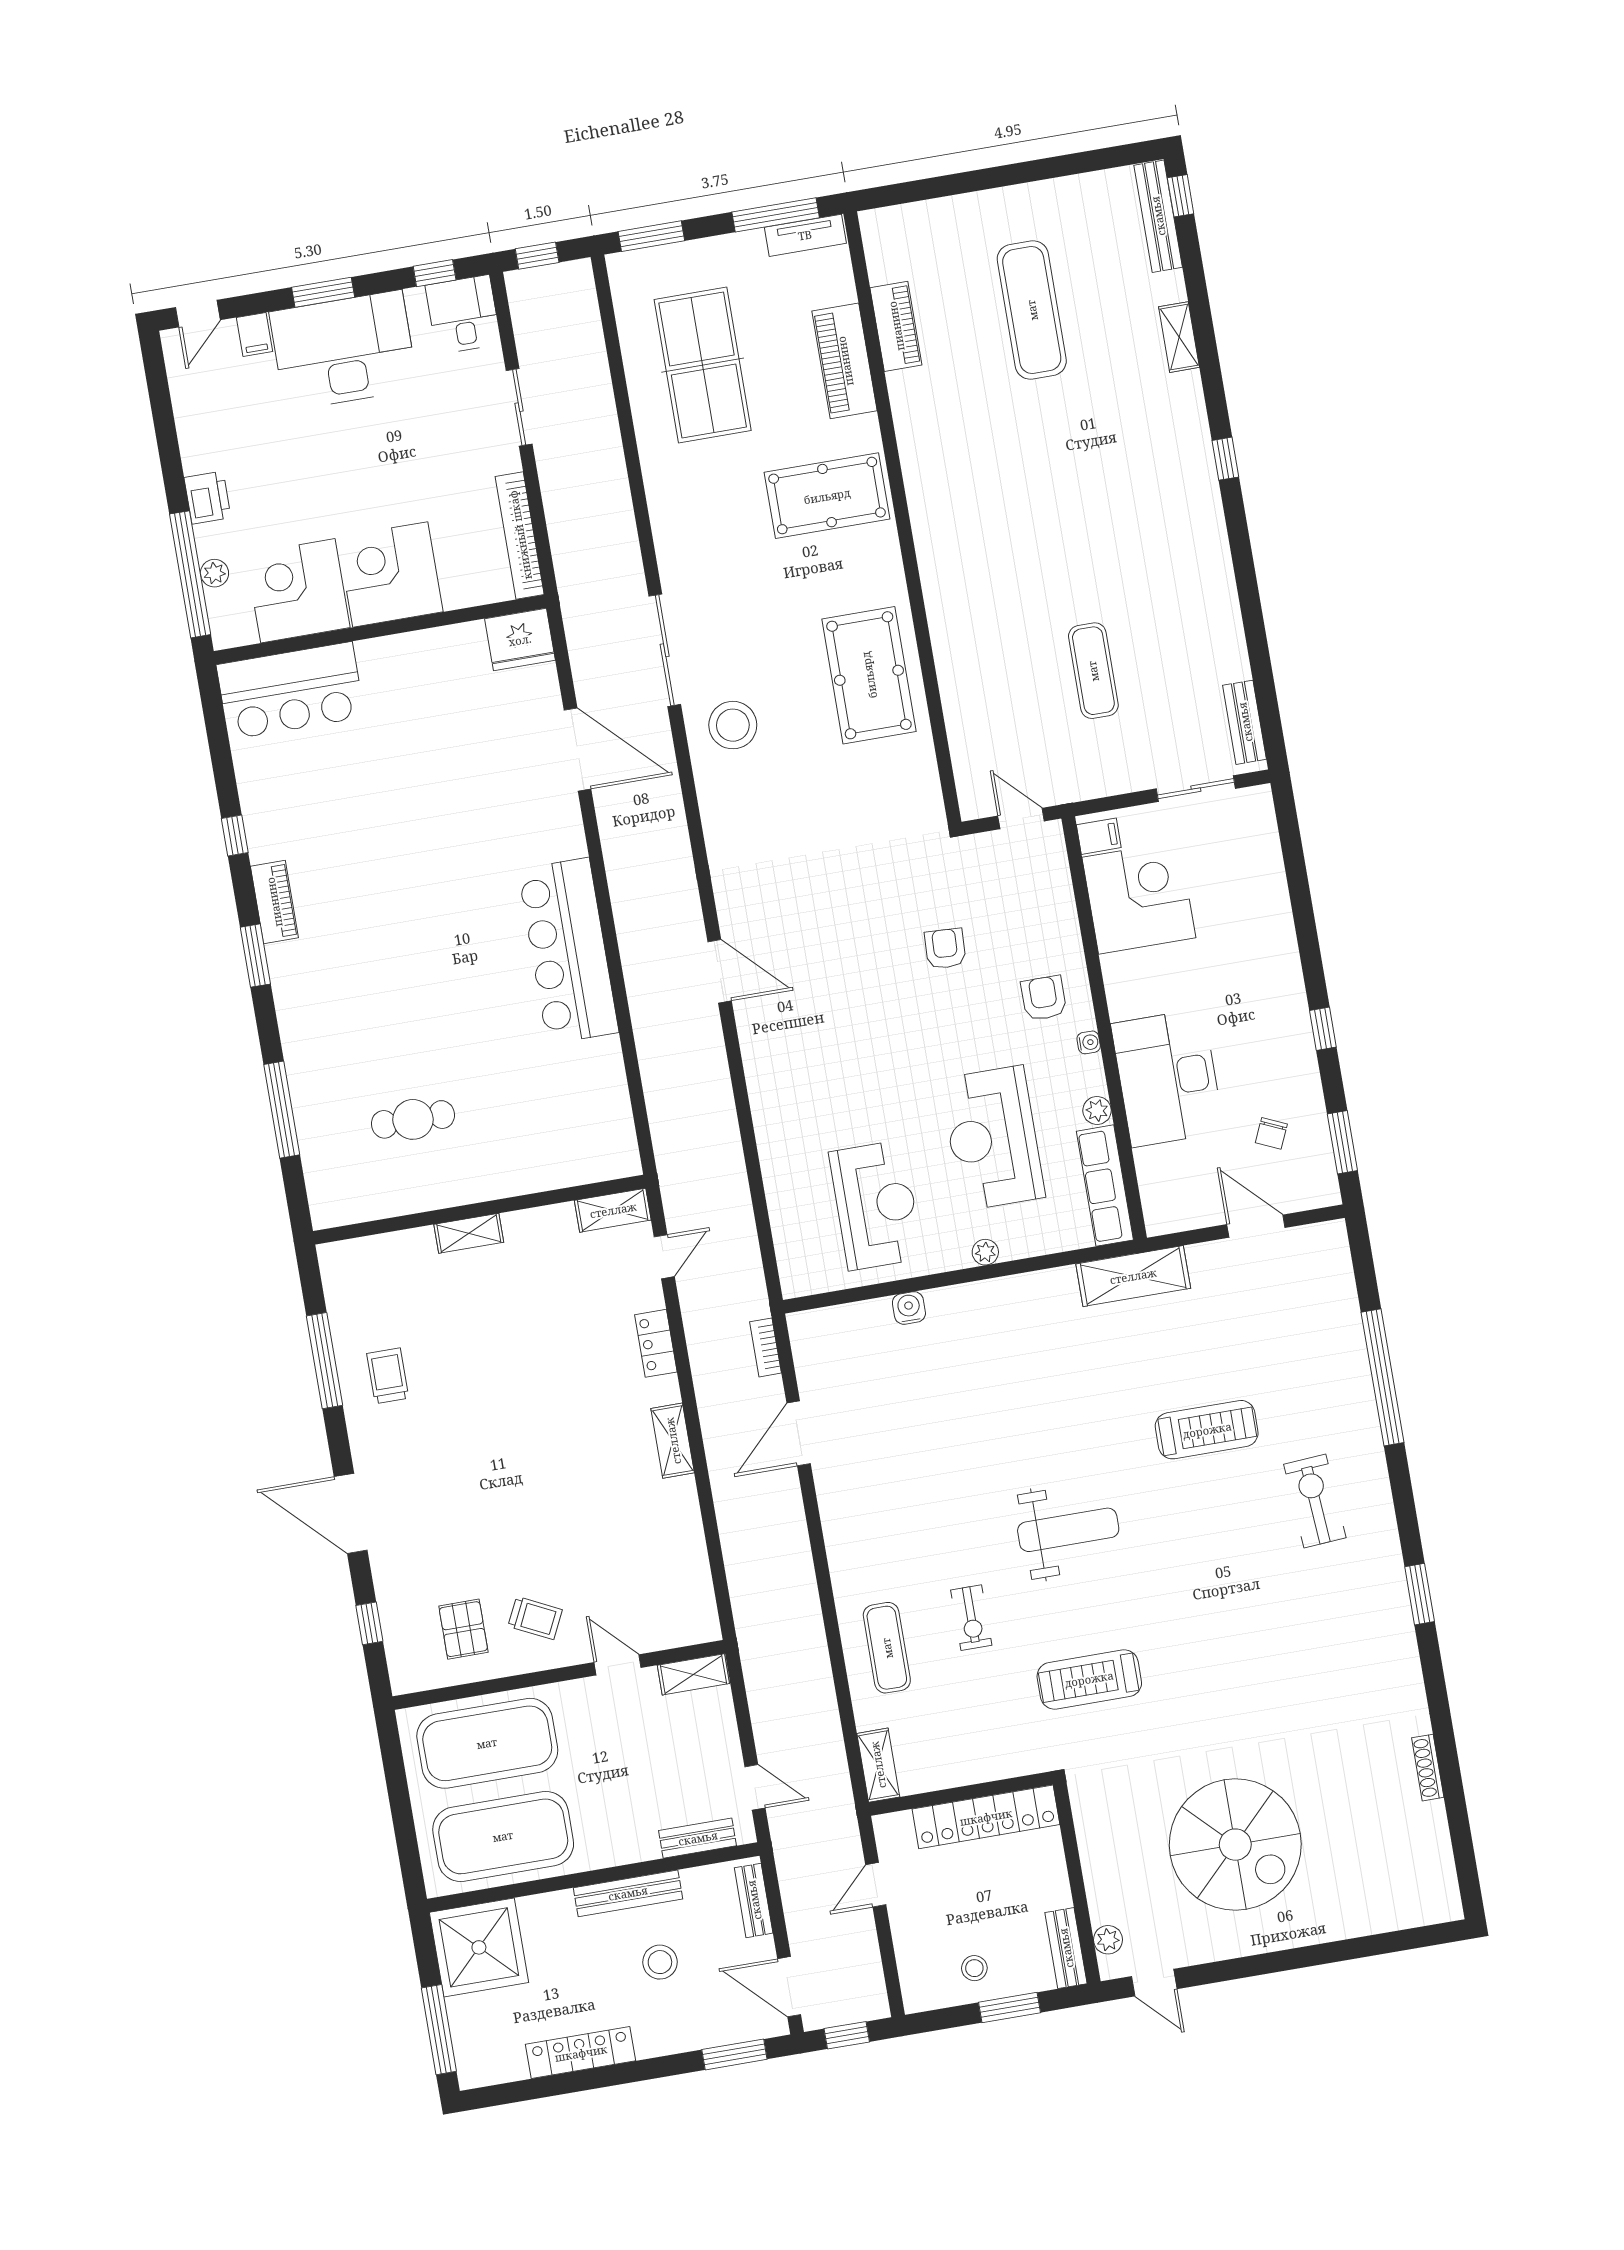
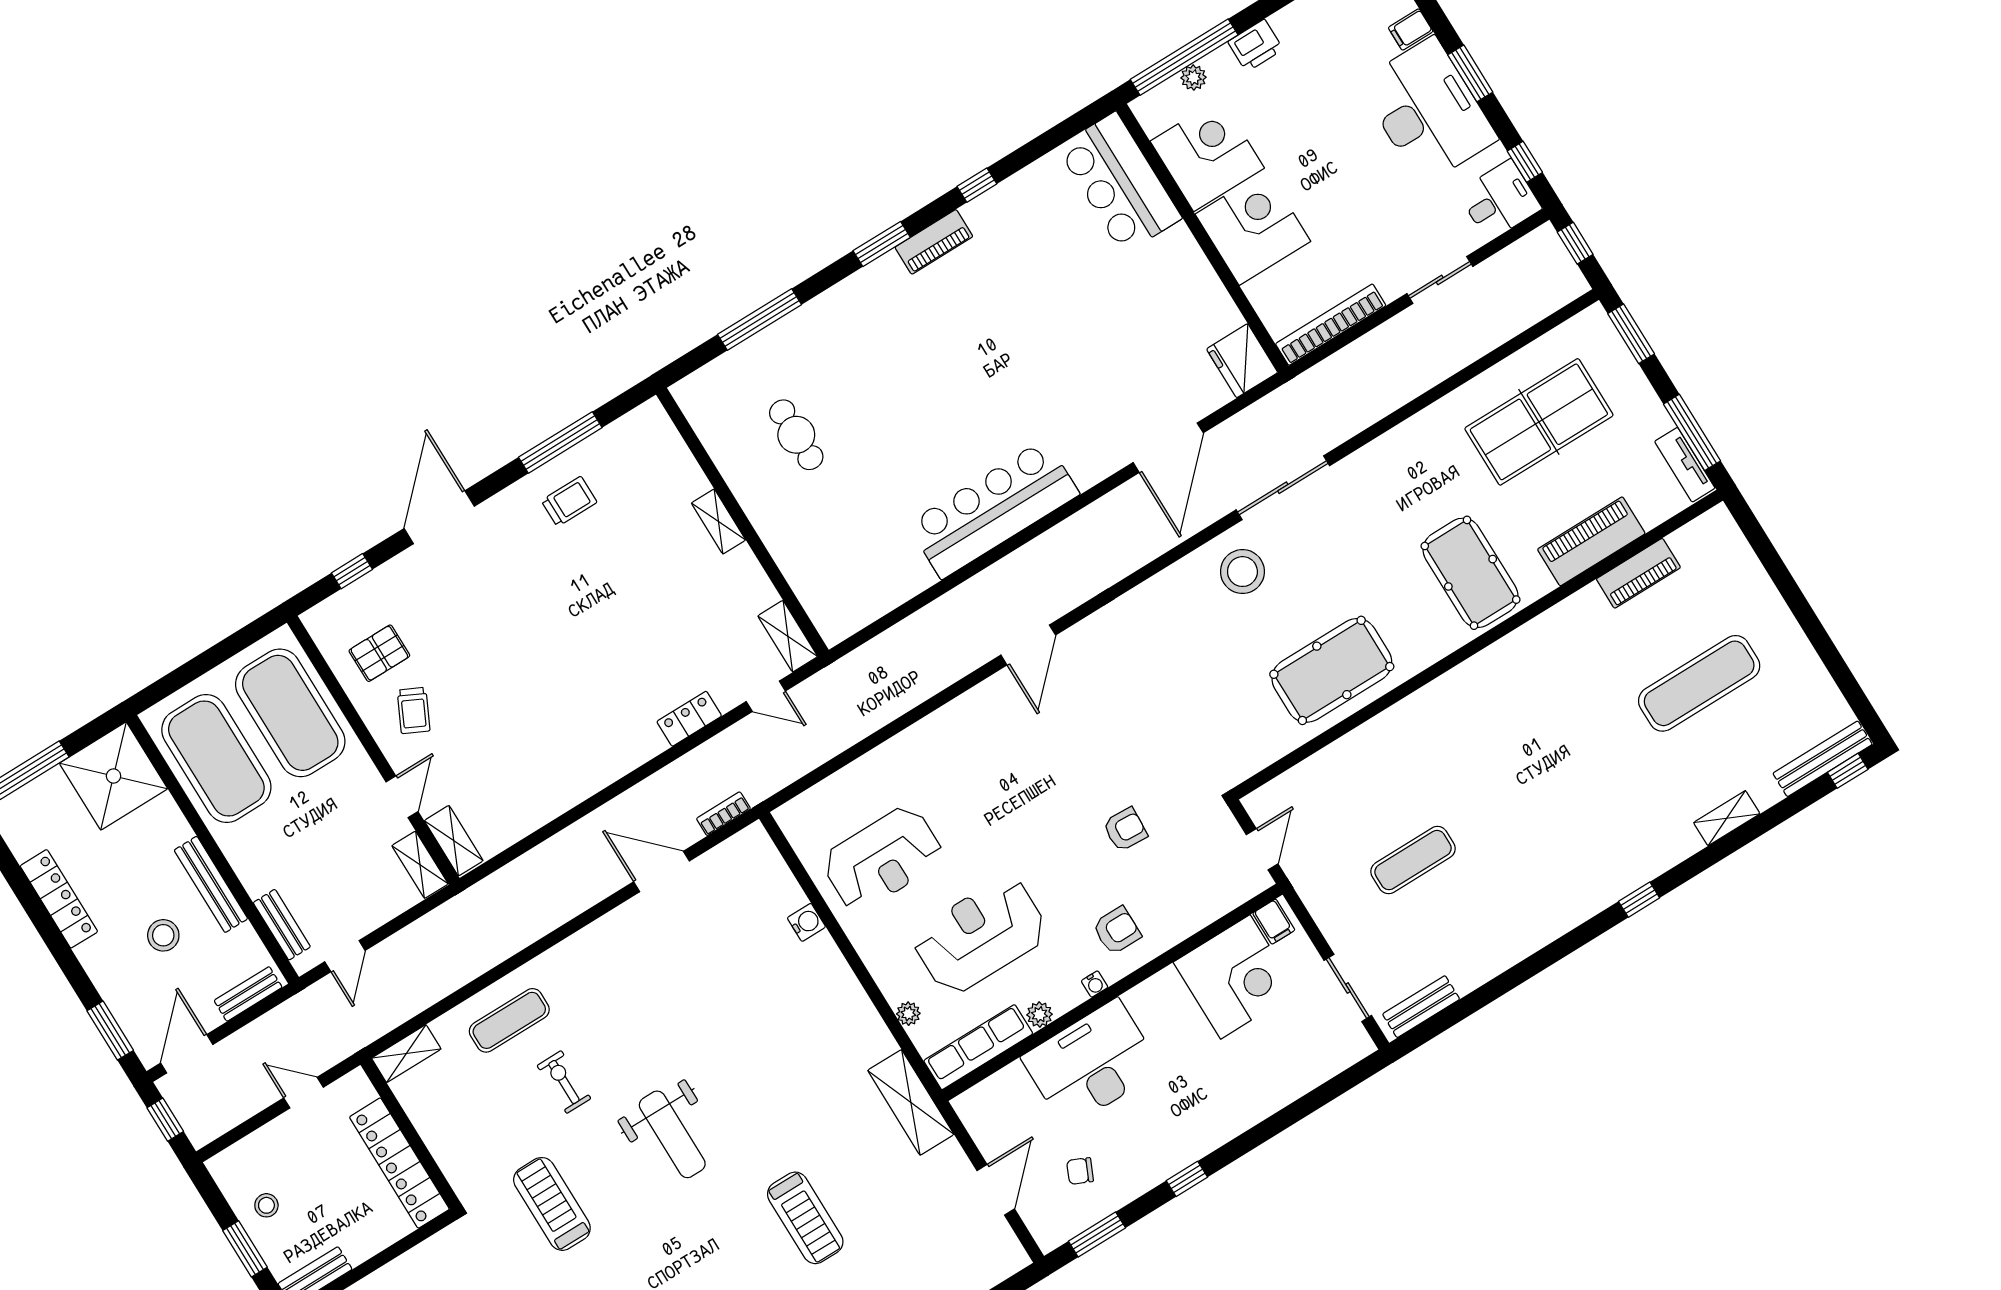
plant: (985, 1252) -> (908, 1014), moved
shelving: (673, 1441) -> (454, 841), moved, turned 90
exercise bike: (971, 1618) -> (564, 1082), turned 90

